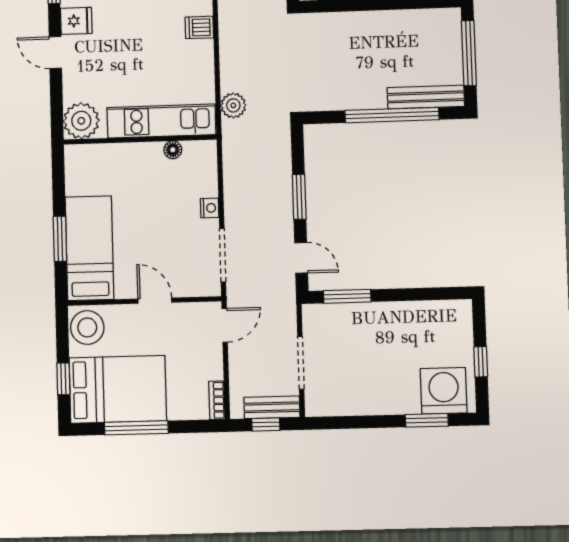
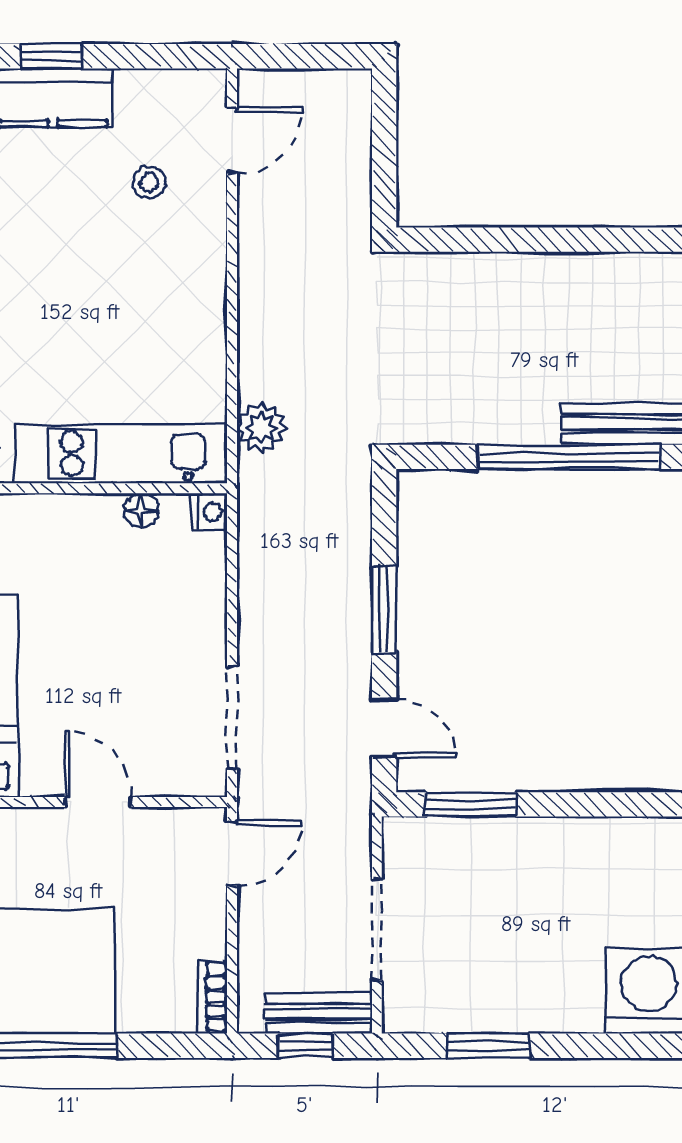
dishwasher: (199, 27) -> (200, 273), removed
nightstand: (210, 208) -> (210, 512), moved
window: (427, 420) -> (489, 1046), moved

